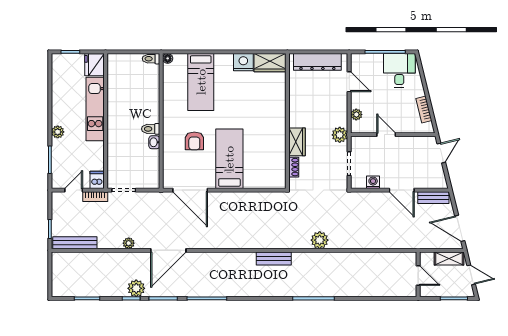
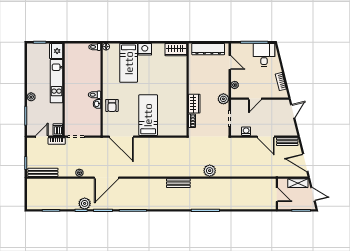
nightstand: (243, 62) -> (145, 49), moved
door: (386, 135) -> (255, 99), swing flipped
armchair: (194, 141) -> (112, 105), moved

